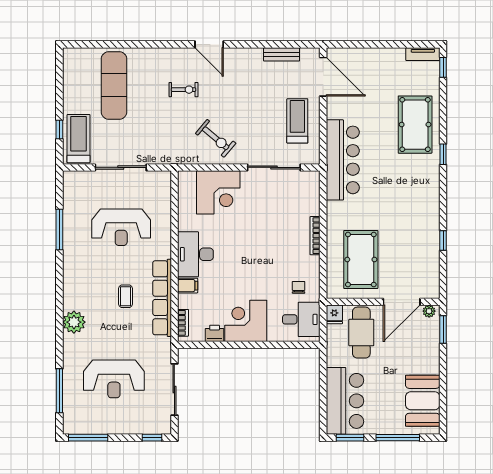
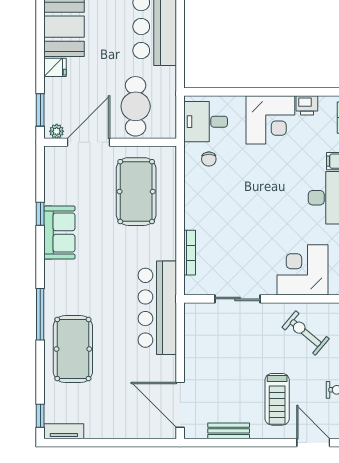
treadmill: (297, 121) -> (277, 399), moved
window: (443, 154) -> (40, 314), width x2.17
sliding door: (274, 167) -> (238, 299), width x0.73
sofa: (427, 224) -> (59, 233), added
bookcase: (315, 236) -> (190, 253), moved
fridge: (334, 314) -> (55, 67), moved, turned 90

